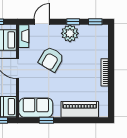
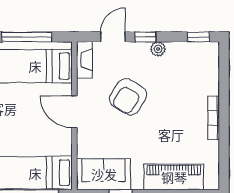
window: (73, 22) -> (145, 37), moved
plant: (70, 33) -> (158, 49), width x0.53, depth x0.53

